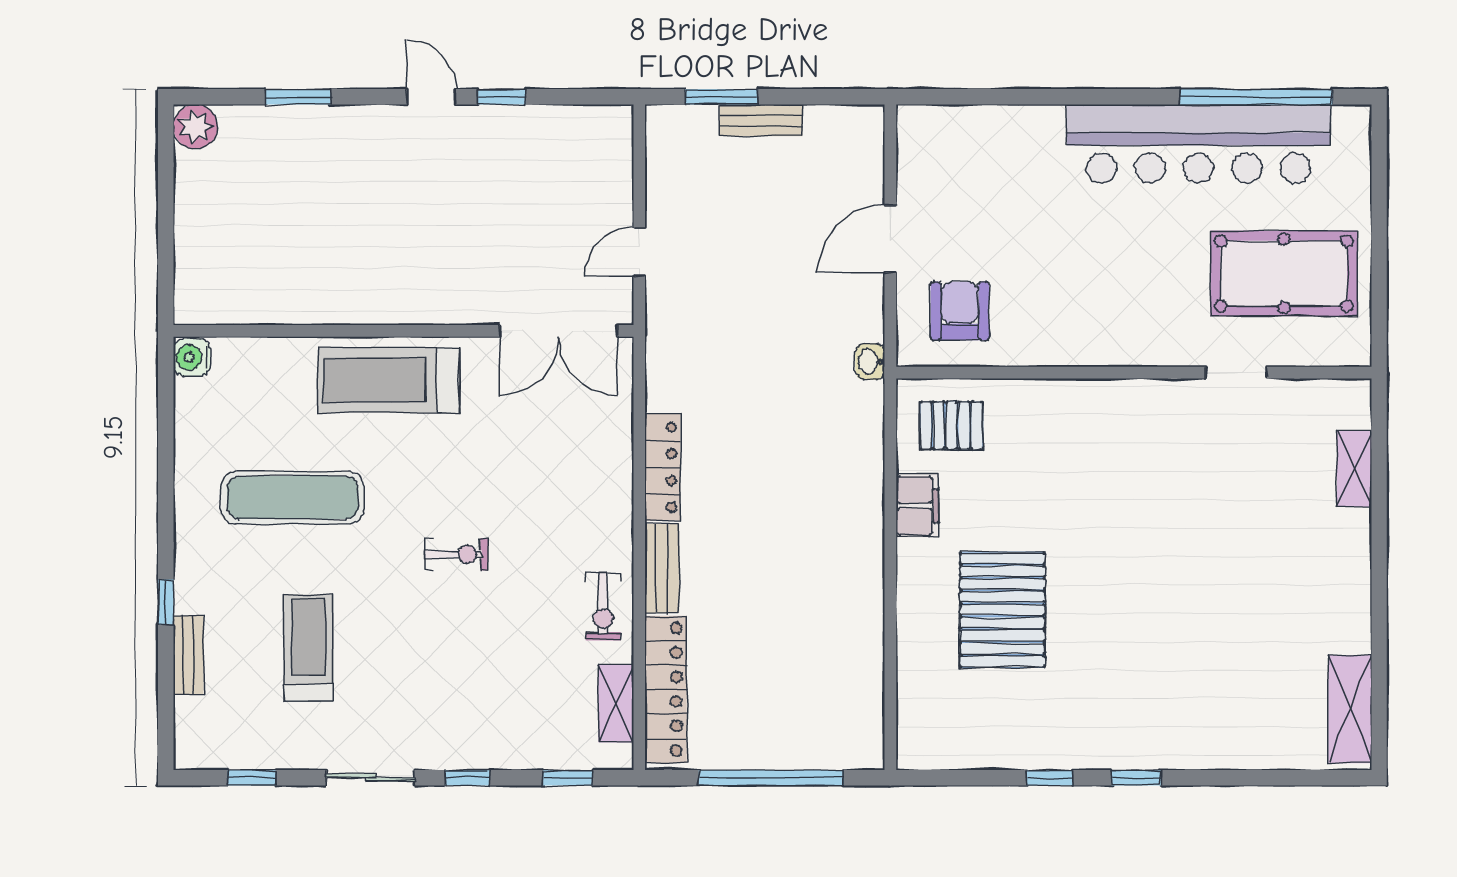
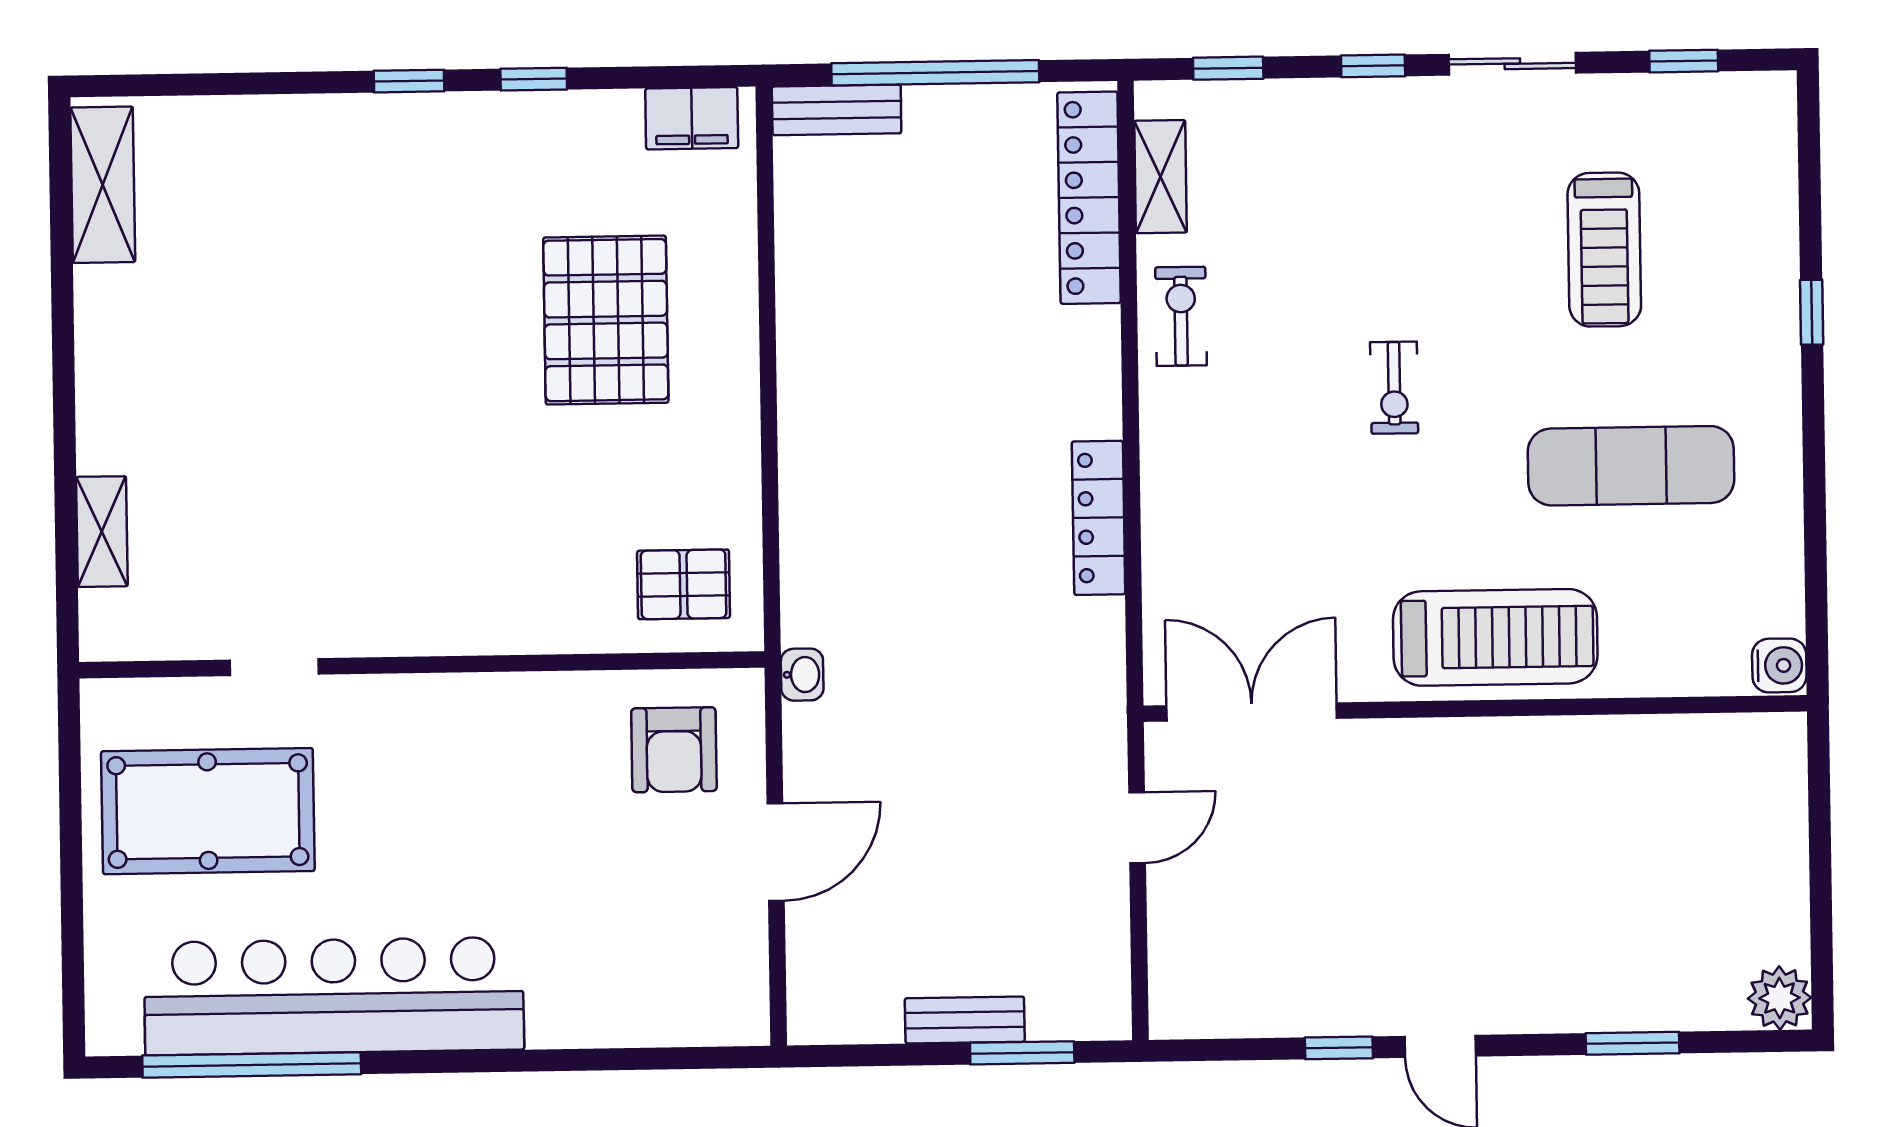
filing cabinet: (917, 506) -> (692, 118), moved, turned -90
exercise bike: (456, 554) -> (1394, 388), turned -90
bench: (662, 568) -> (837, 110), moved, turned 90
bench: (188, 655) -> (1778, 236), removed

